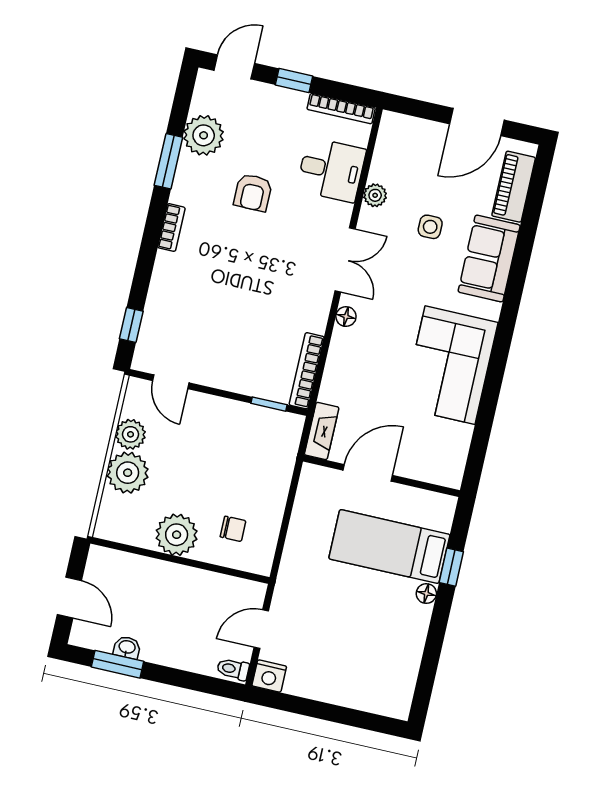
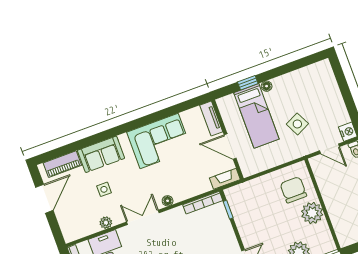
door: (477, 122) -> (44, 199), hinge flipped
tv unit: (432, 472) -> (211, 119), added
chair: (233, 529) -> (293, 190), width x1.87, depth x1.87
side table: (334, 603) -> (297, 124), added

